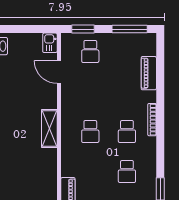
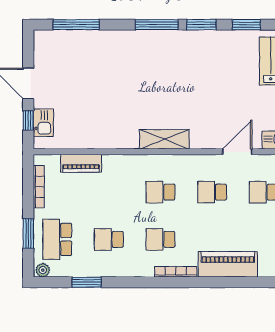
piano: (149, 73) -> (228, 264), width x1.37, depth x1.33
school desk: (90, 92) -> (212, 192), added

